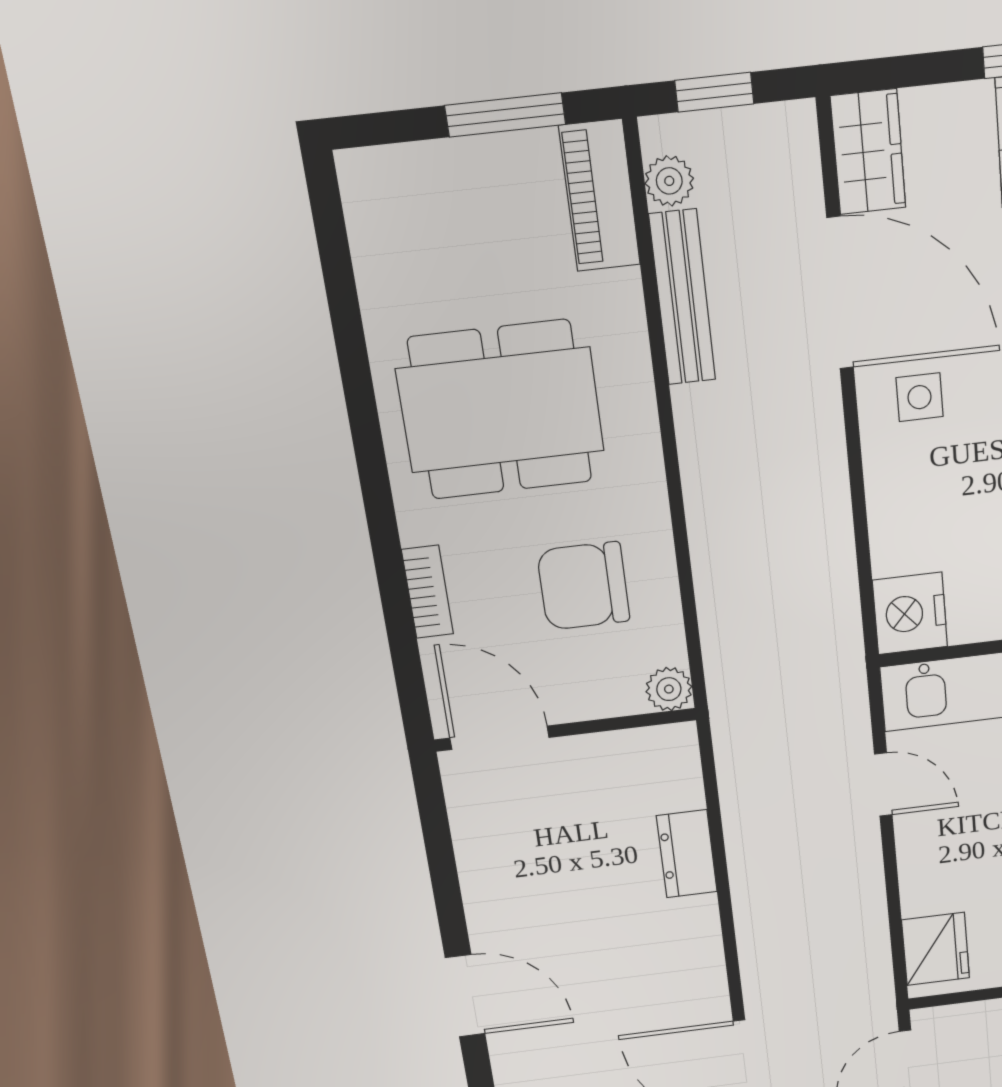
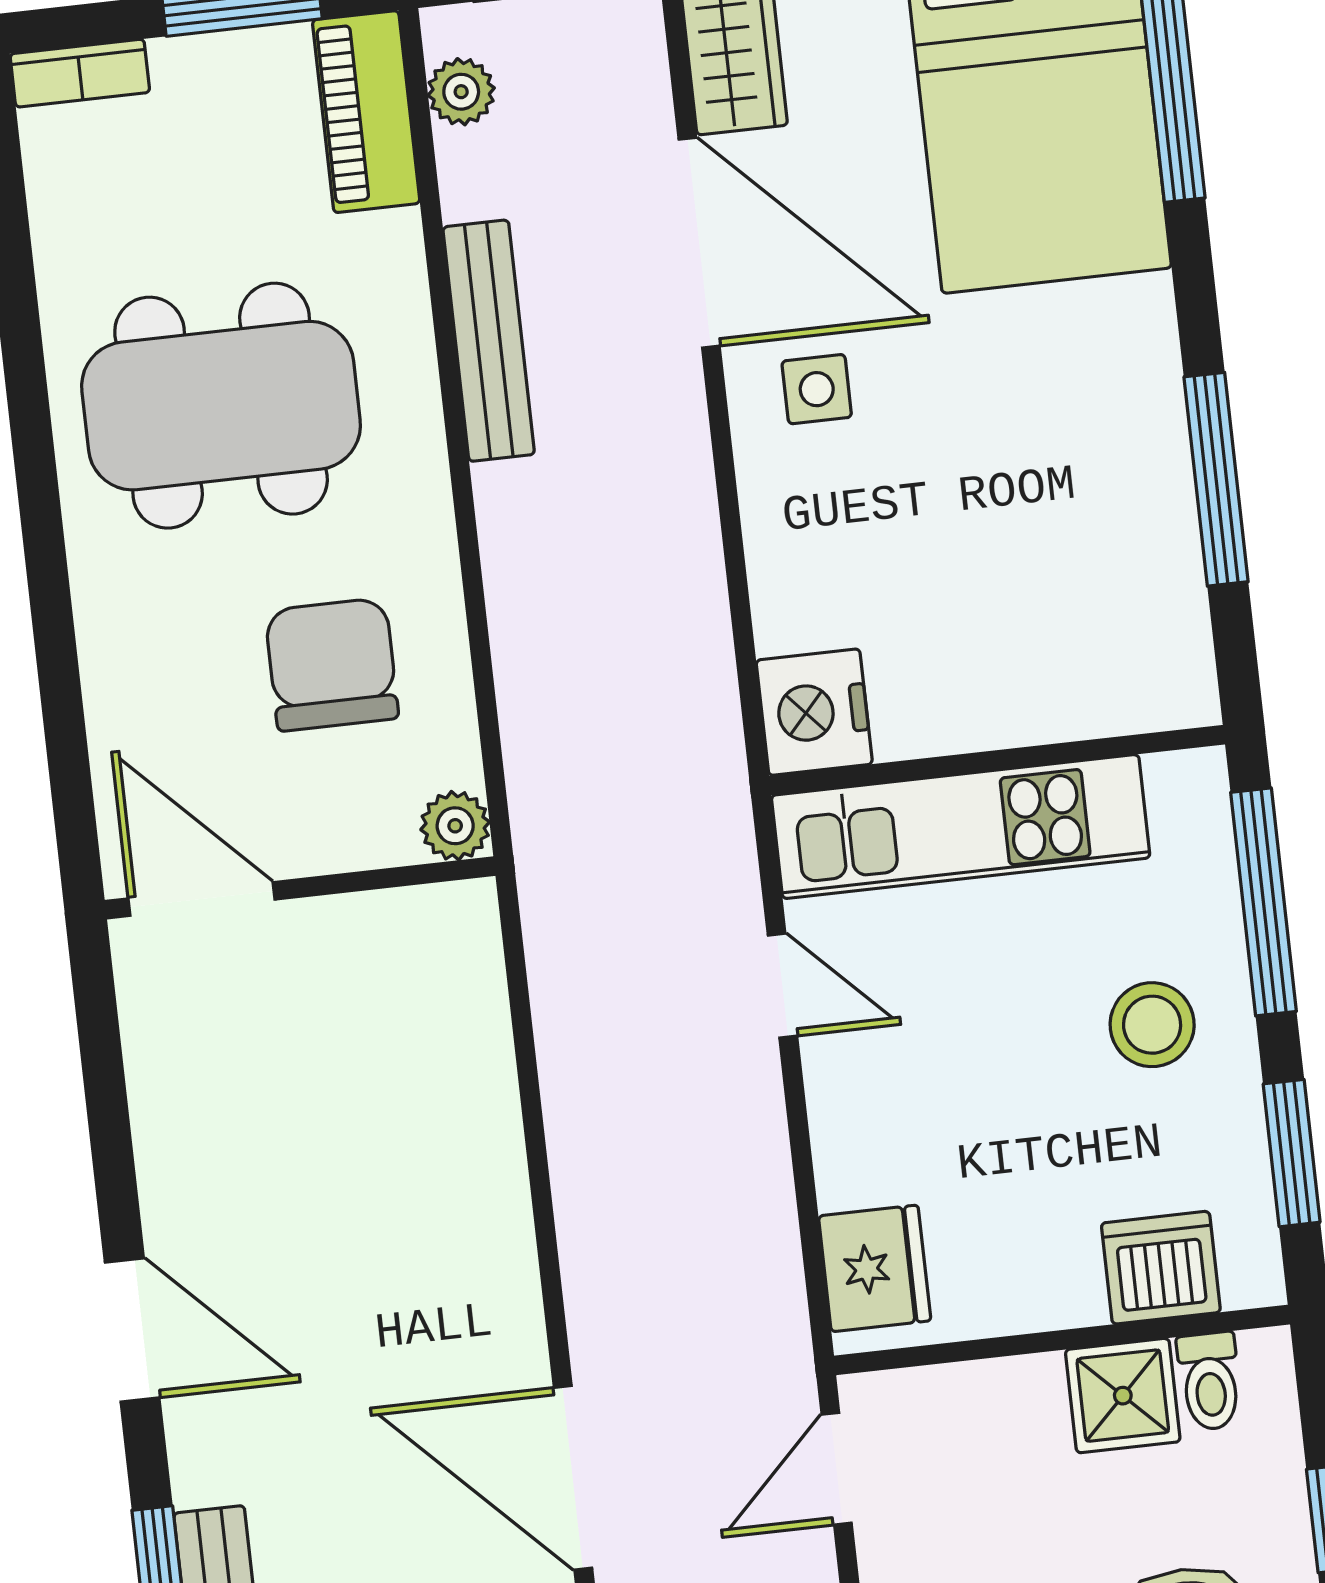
bench: (682, 298) -> (489, 341), moved
chair: (583, 586) -> (332, 665), turned 90
bookcase: (428, 592) -> (80, 73), moved, turned 90
dresser: (687, 854) -> (481, 1095), removed

